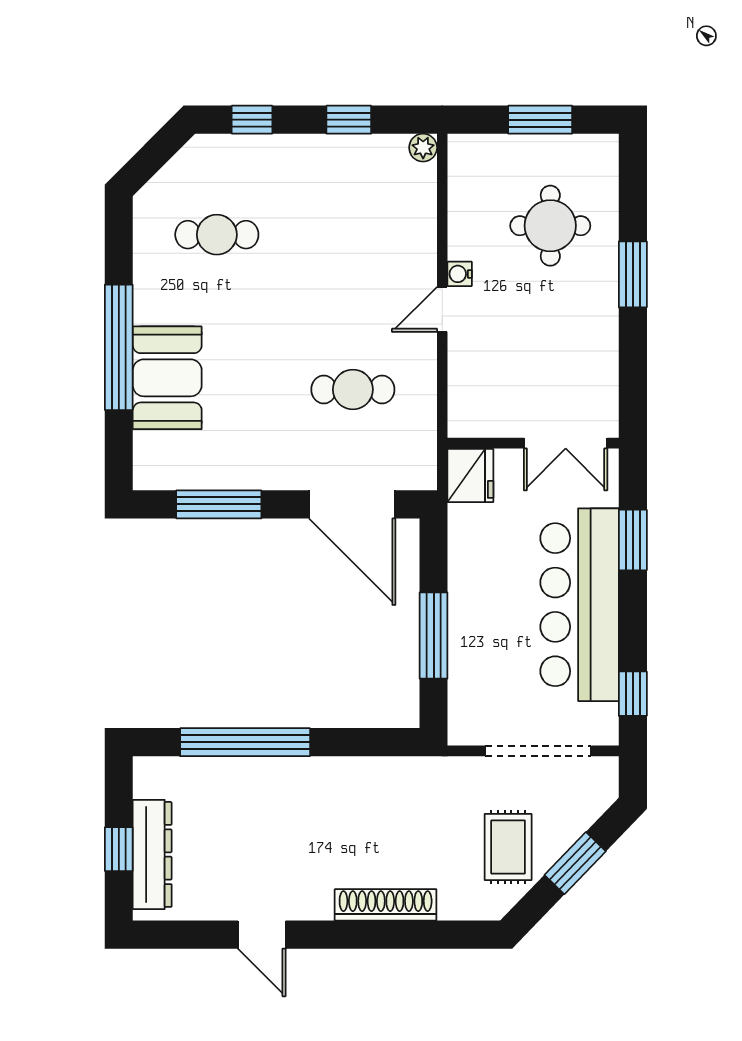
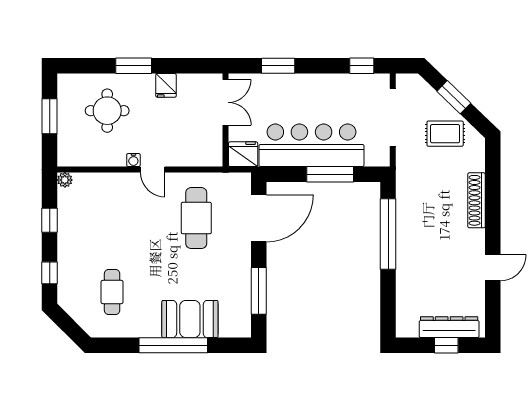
fridge: (597, 334) -> (166, 85), added
cafe table: (353, 389) -> (196, 218), width x1.37, depth x1.35
bar counter: (580, 605) -> (311, 145), moved, turned 180
window: (245, 742) -> (388, 234), moved

